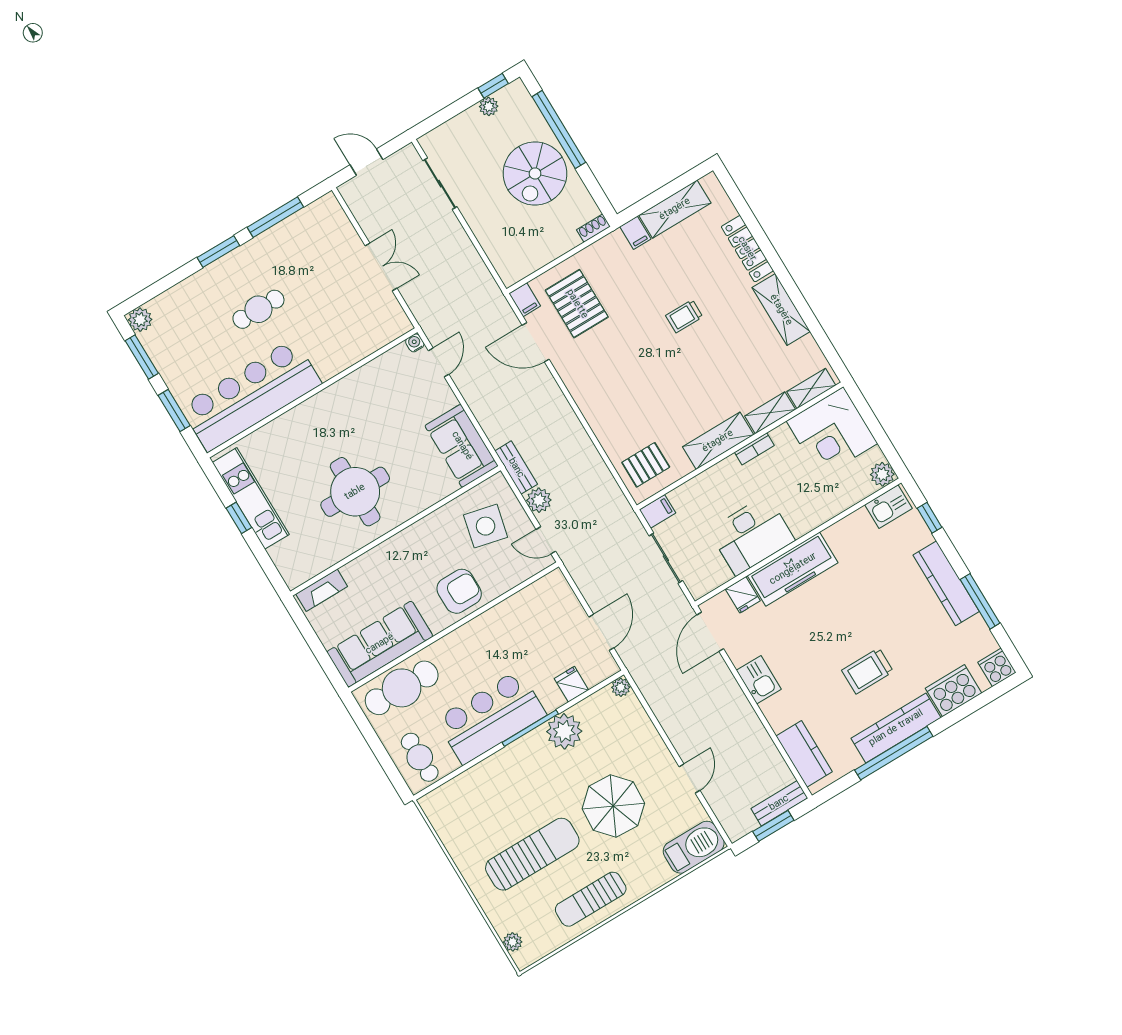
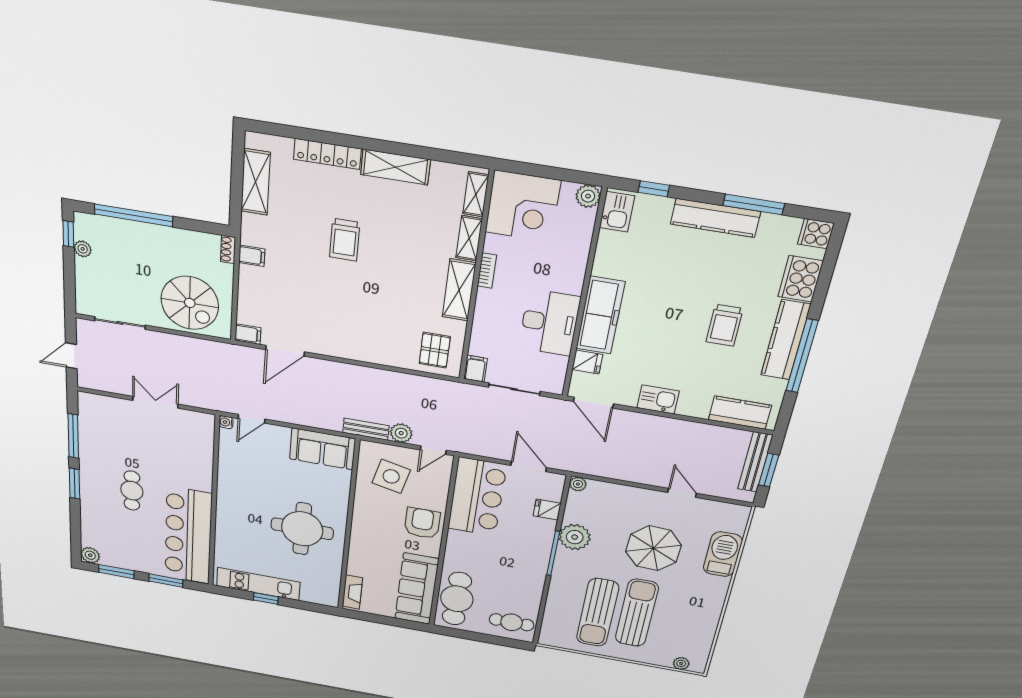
spiral stairs: (535, 173) -> (190, 303), moved
filing cabinet: (635, 233) -> (252, 256), moved
pallet: (577, 304) -> (277, 303), removed
trolley: (684, 316) -> (345, 240), width x1.36, depth x1.39
door: (439, 362) -> (252, 419), swing flipped
bar counter: (491, 717) -> (477, 497), moved, turned 180
bench: (779, 803) -> (755, 462), width x1.36
barbecue: (694, 847) -> (723, 554), moved
sun lounger: (591, 899) -> (598, 613), moved, width x1.36, depth x1.34

